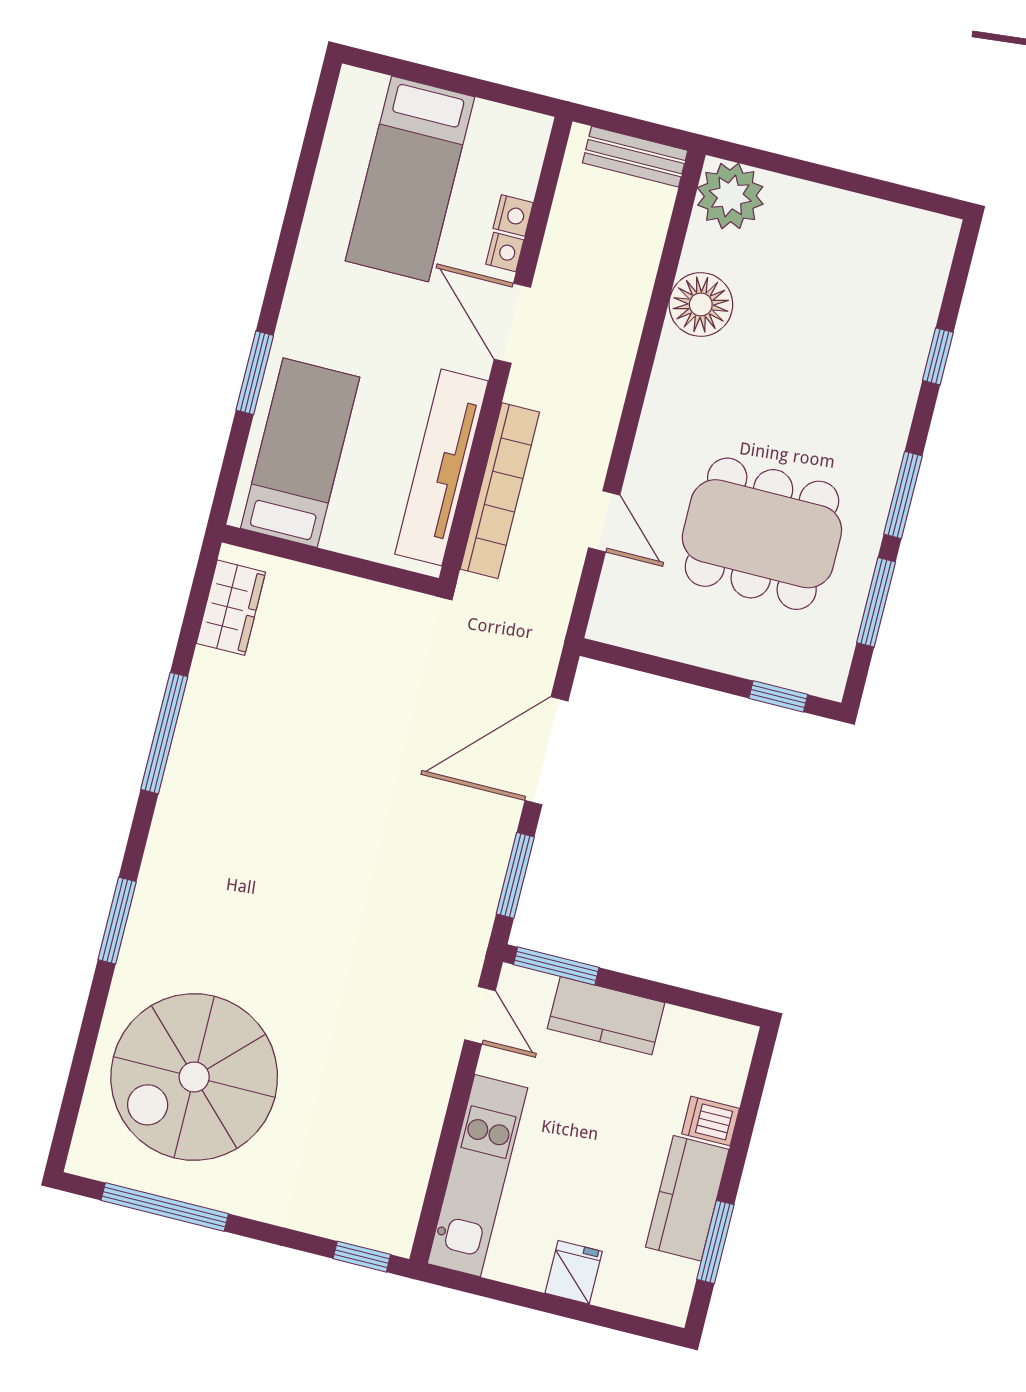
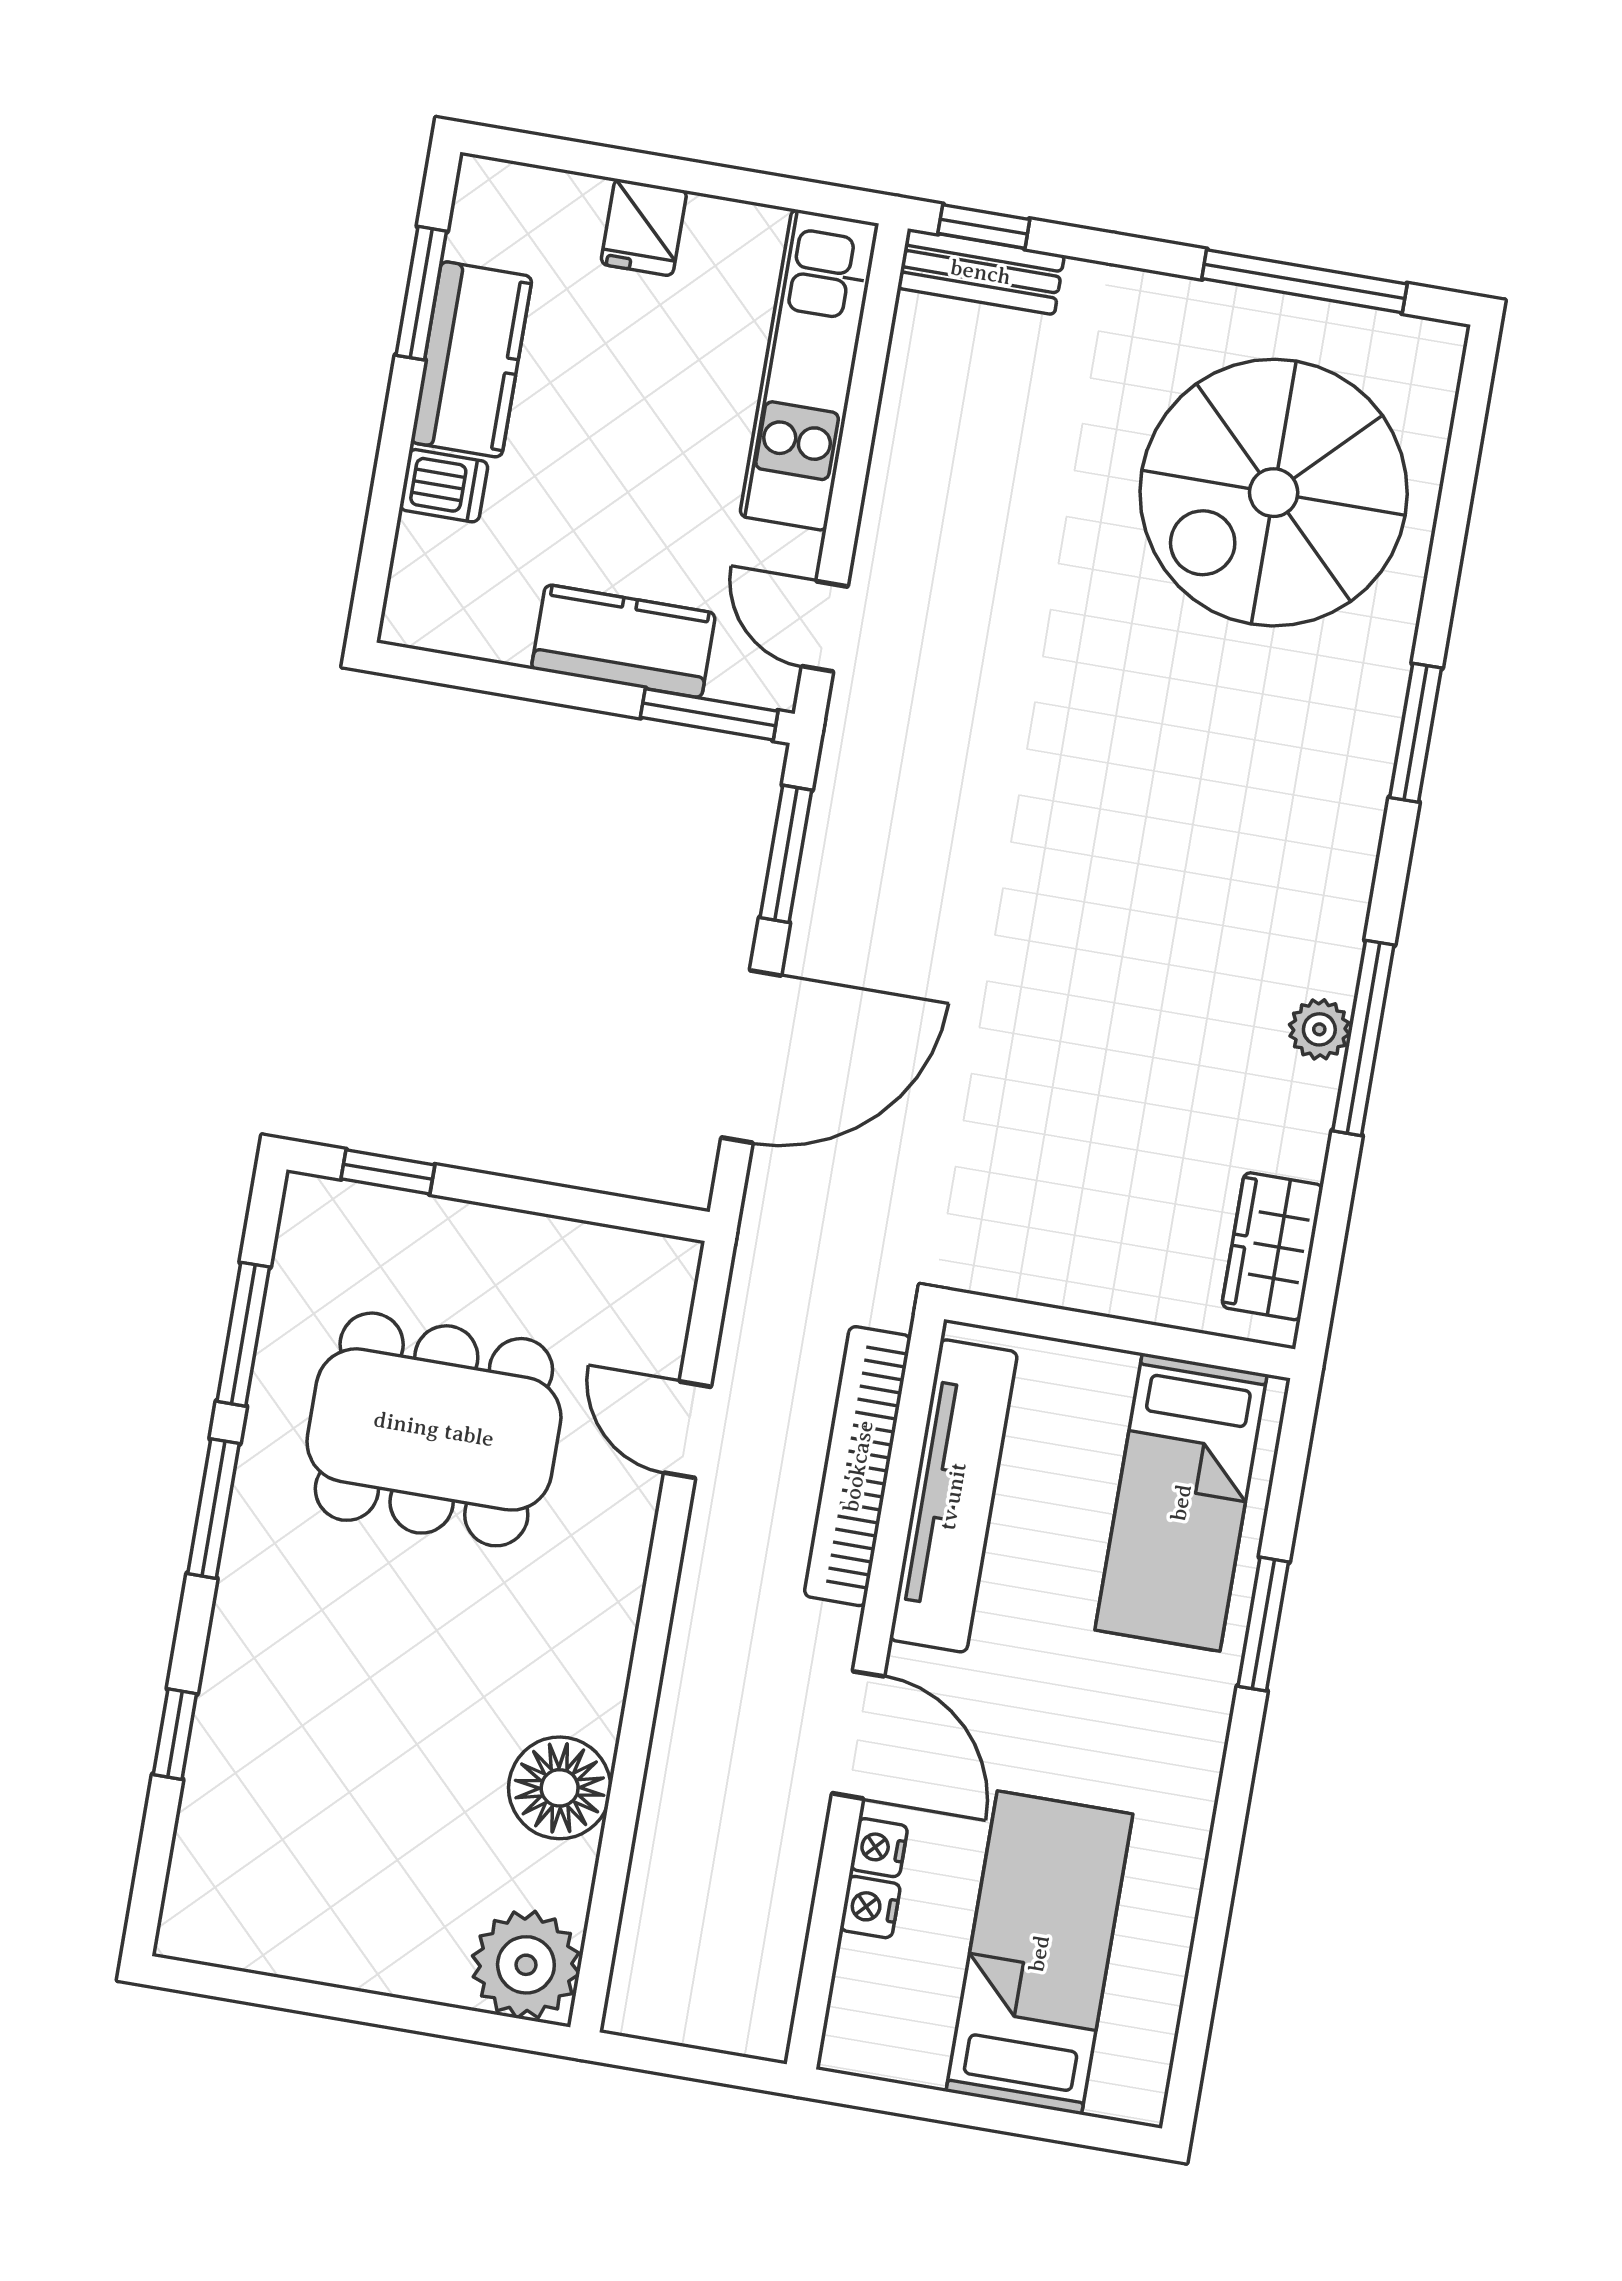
bench: (635, 157) -> (981, 272), moved
plant: (191, 740) -> (1319, 1029), added
spiral stairs: (194, 1077) -> (1274, 493), turned 180

